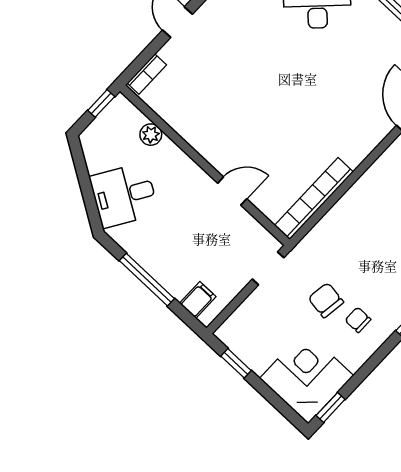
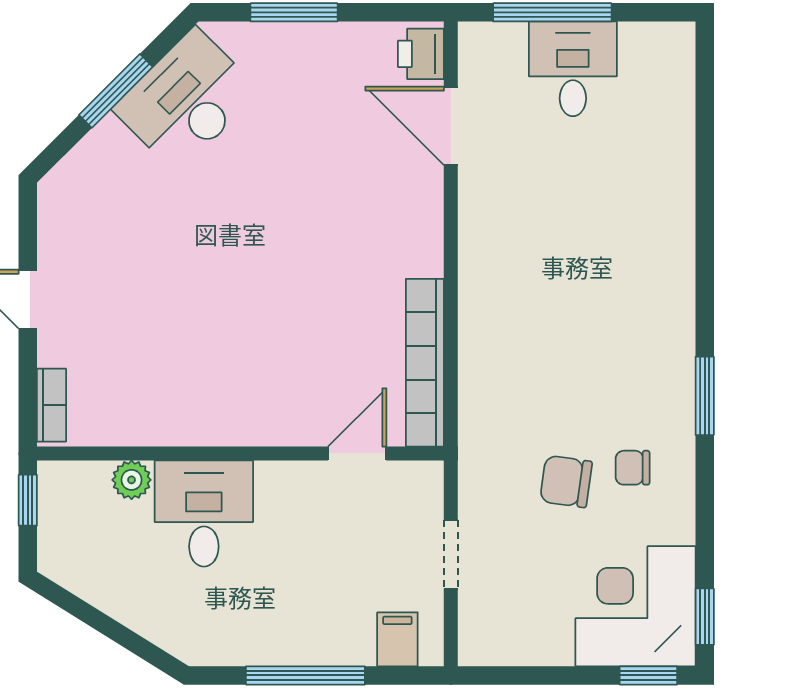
door: (232, 191) -> (357, 454), moved
desk: (124, 195) -> (204, 514), moved, turned 148
doorway: (268, 268) -> (451, 555), moved
window: (236, 363) -> (648, 675), moved

